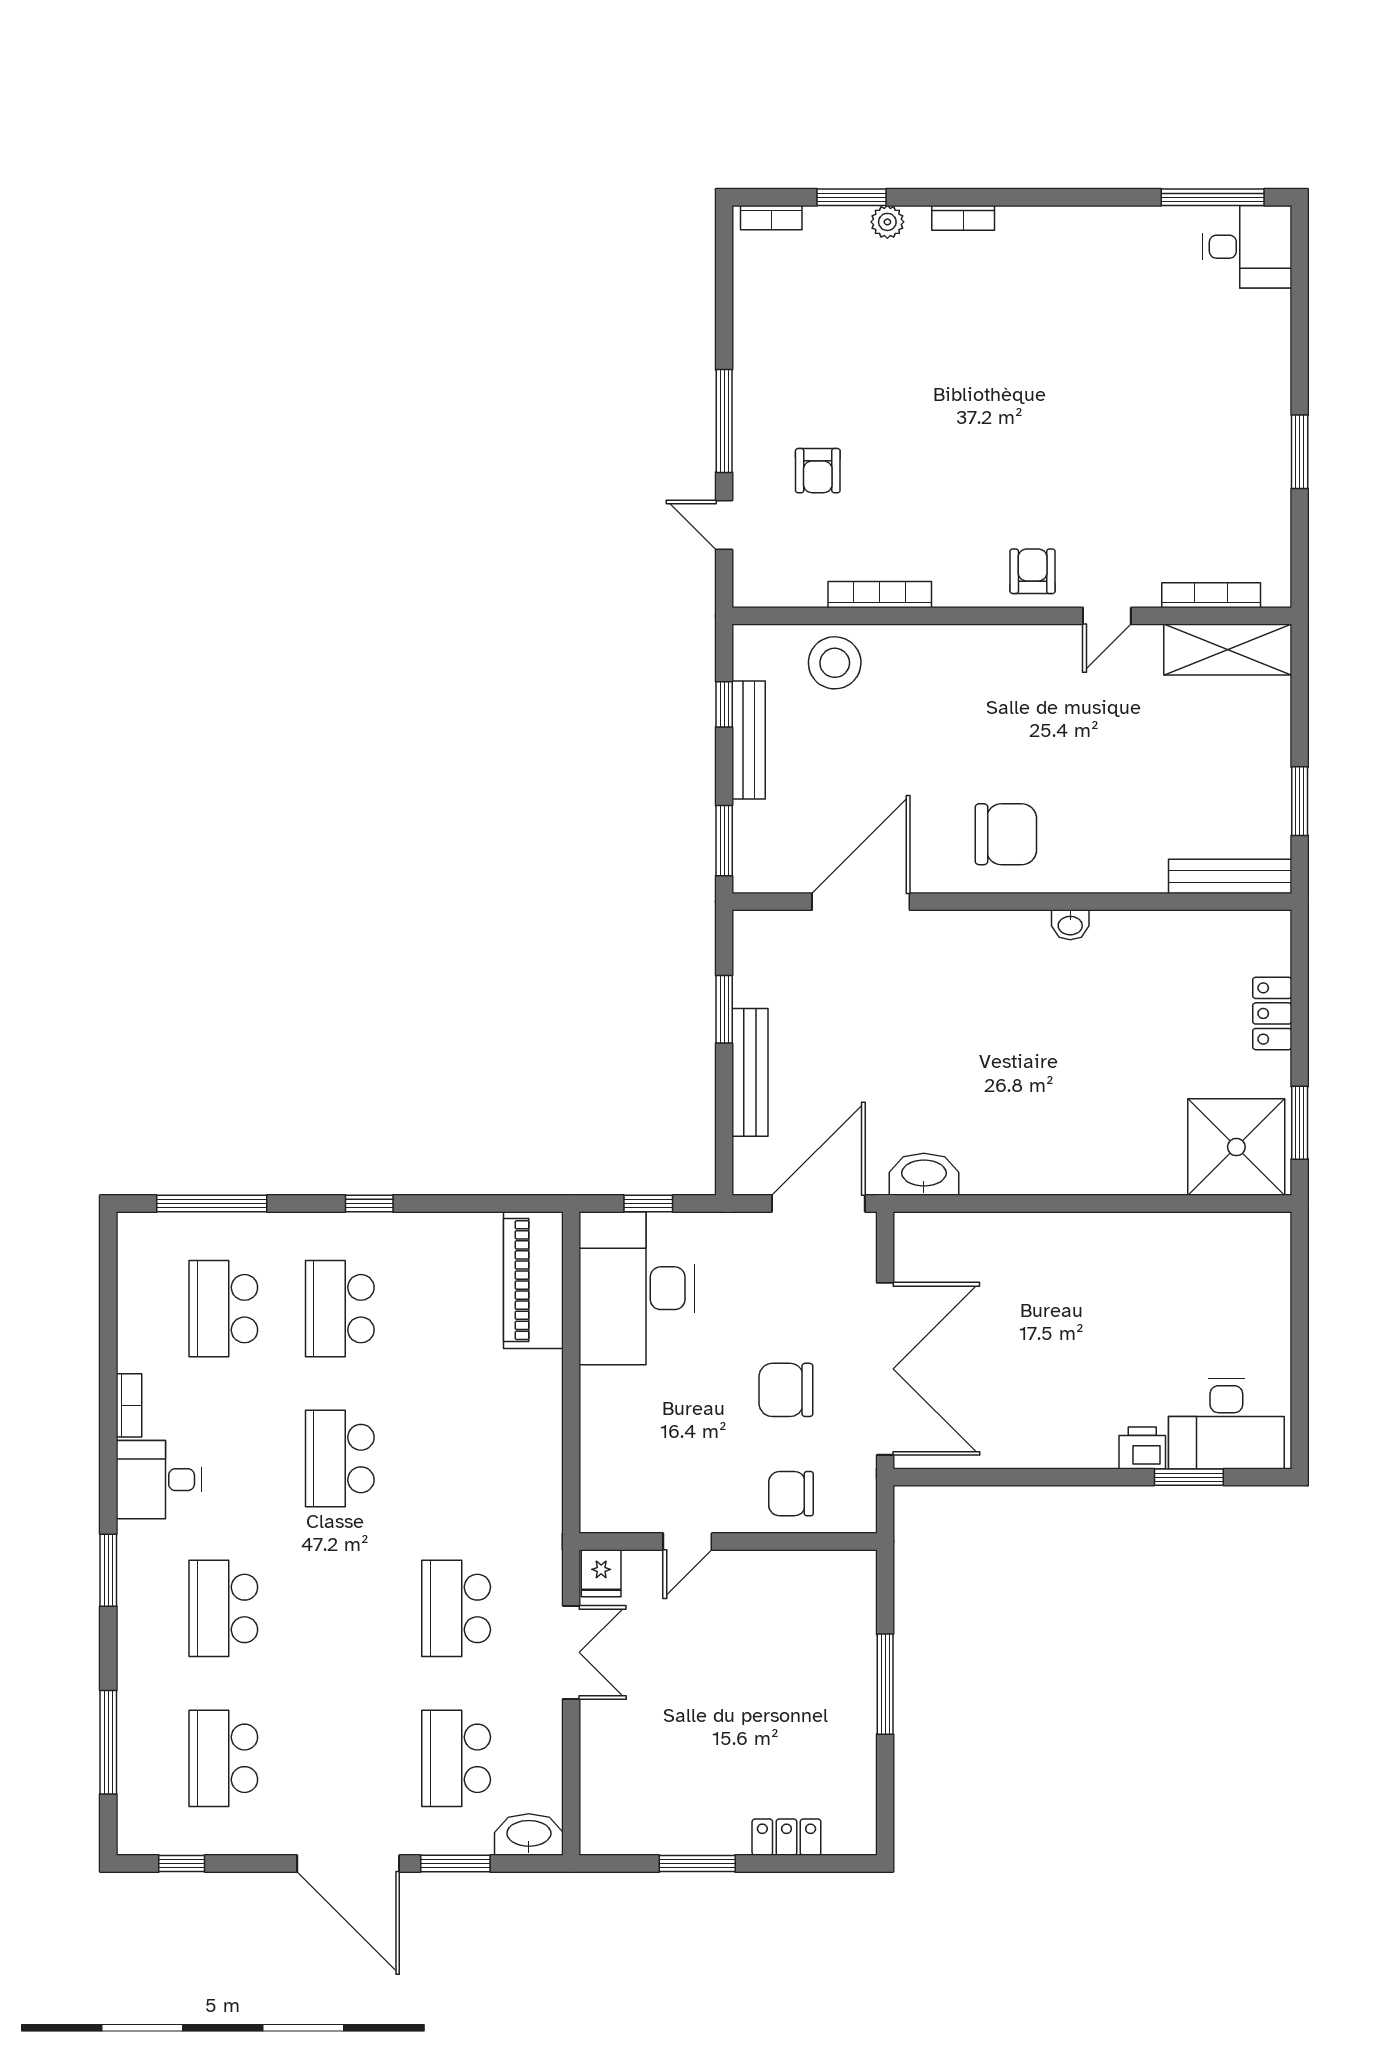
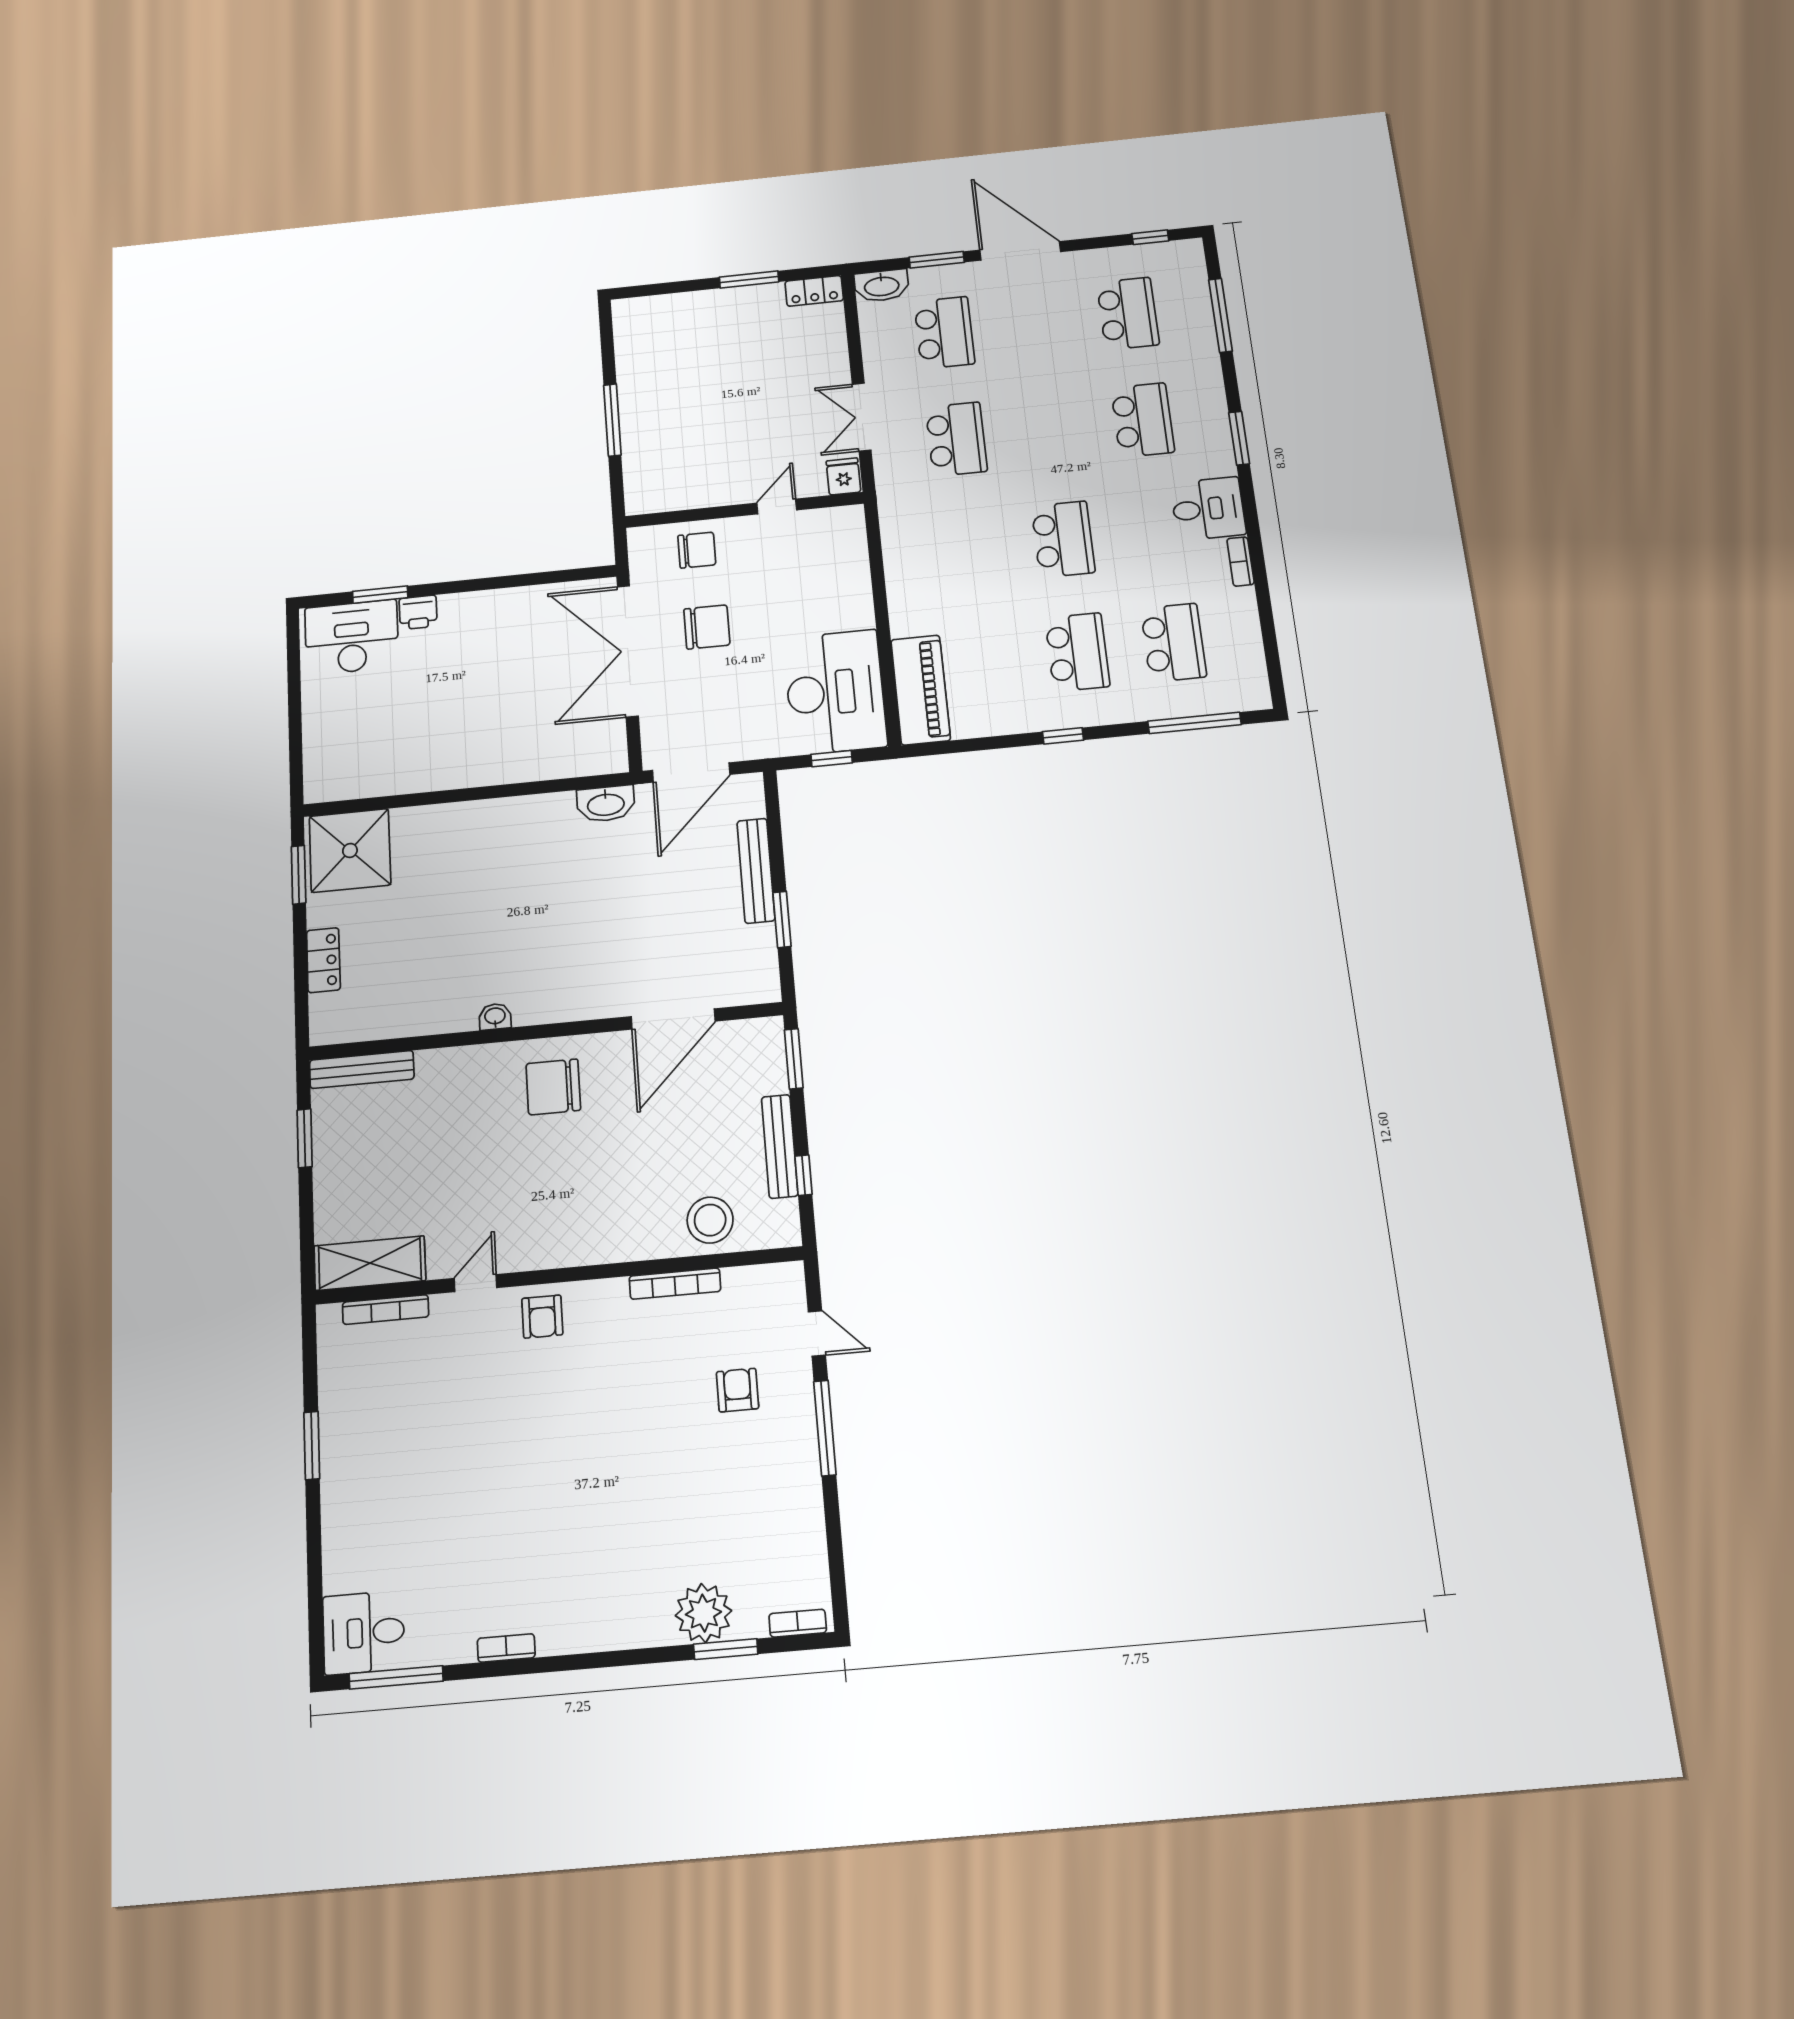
bookcase: (963, 218) -> (506, 1648), moved
plant: (887, 222) -> (703, 1613), width x1.88, depth x1.88
locker: (786, 1837) -> (814, 291), moved

